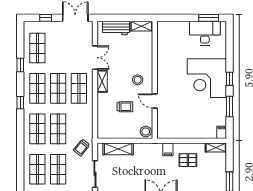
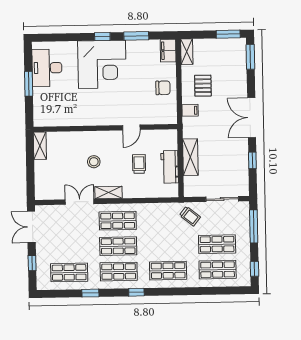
window: (209, 18) -> (29, 84), moved
workbench: (116, 28) -> (170, 167), moved, turned 180
stool: (138, 80) -> (94, 162), moved
chair: (187, 127) -> (163, 88), added
shop shelf: (58, 129) -> (168, 245), removed
stool: (146, 131) -> (169, 138), removed
filing cabinet: (222, 132) -> (168, 51), width x2.00
shelving: (118, 149) -> (190, 157), moved

